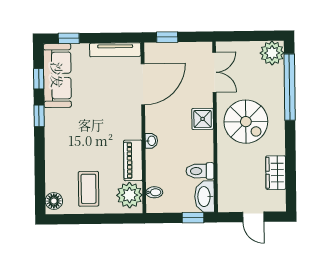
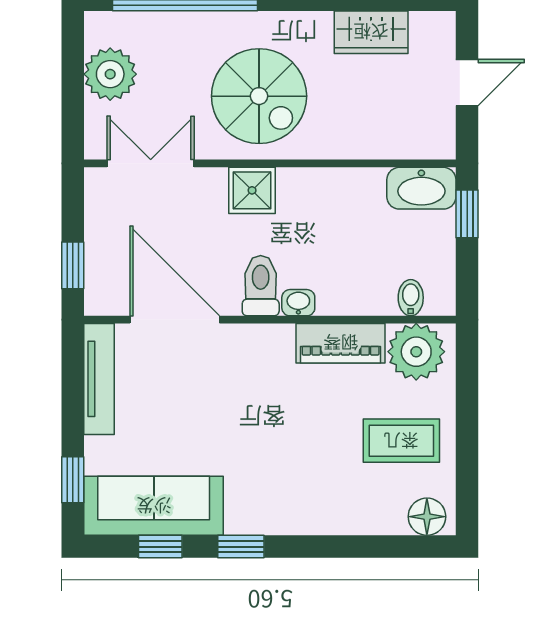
plant: (272, 53) -> (110, 74), moved
spiral stairs: (246, 122) -> (259, 96), turned 90
toilet: (200, 171) -> (261, 286), moved, turned 180

